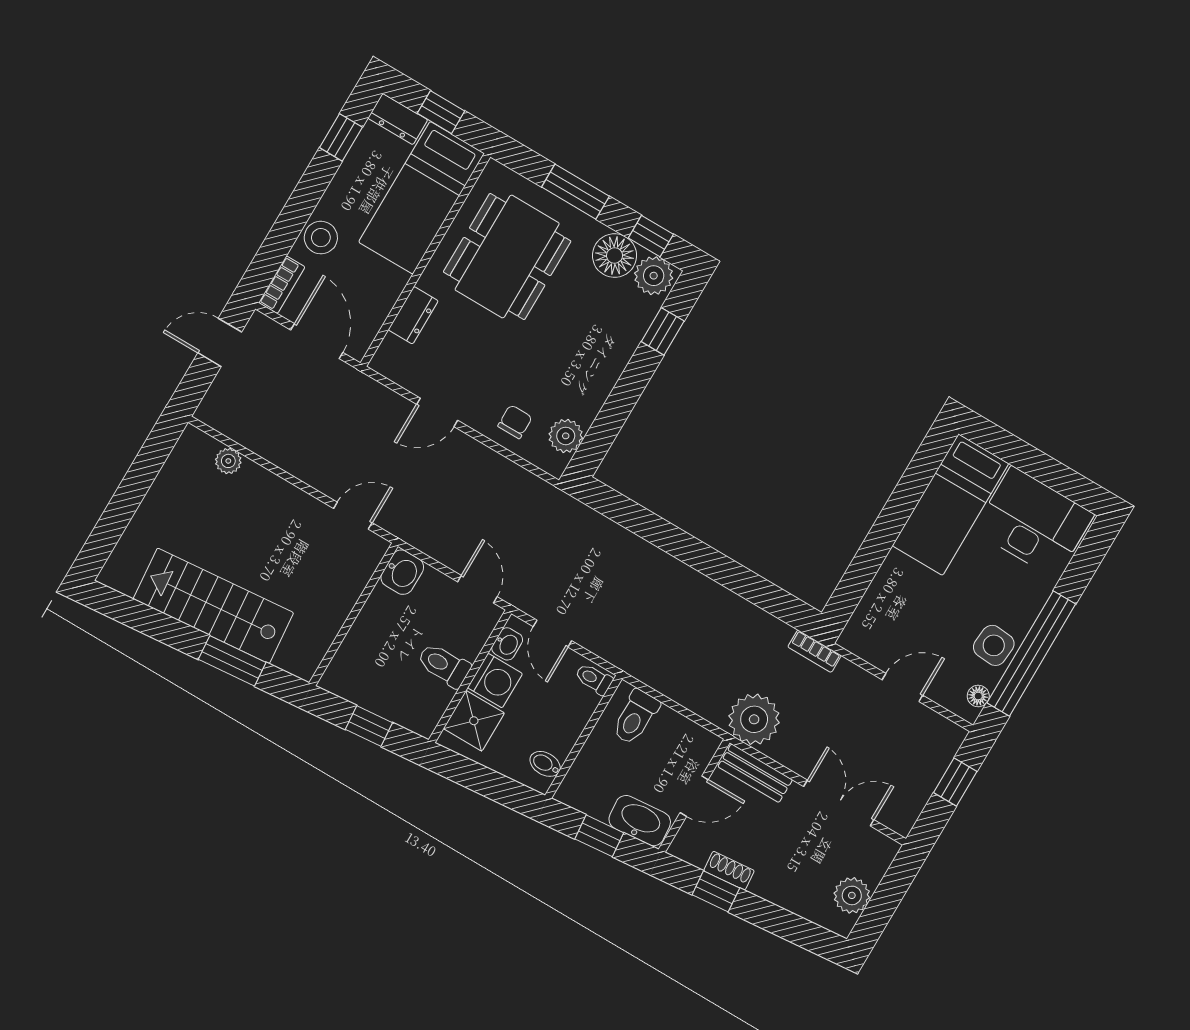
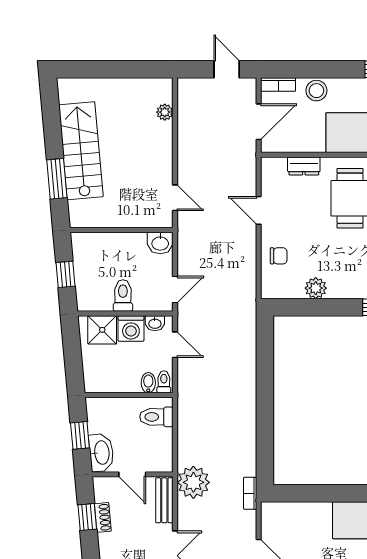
plant: (566, 436) -> (316, 288), moved
door: (552, 634) -> (175, 345), swing flipped
bidet: (545, 764) -> (148, 383), moved

